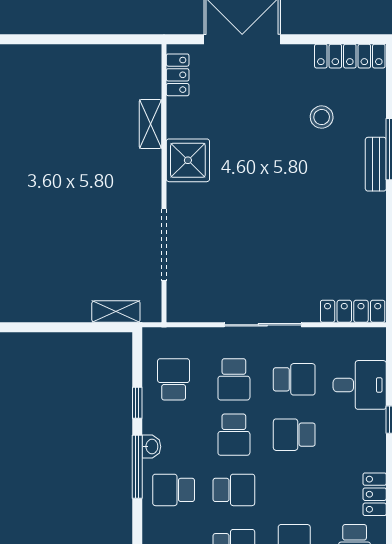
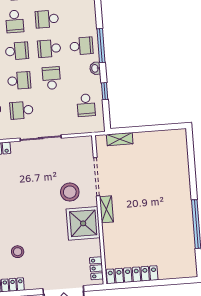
locker: (112, 58) -> (132, 275), added
shelving: (150, 124) -> (106, 209), moved
shower: (188, 160) -> (83, 223), width x1.37, depth x1.37
stool: (216, 220) -> (70, 192), added
school desk: (234, 379) -> (17, 51), moved, turned 90
window: (137, 467) -> (101, 46), moved

